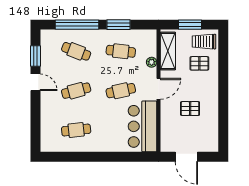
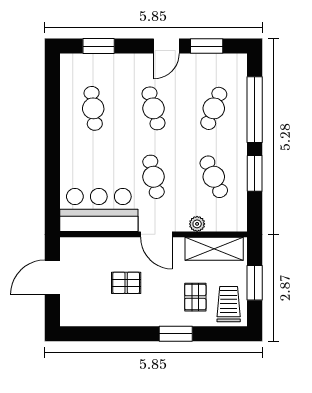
cafe table: (121, 51) -> (214, 177), turned -30
window: (223, 76) -> (176, 334), added
pallet: (190, 109) -> (126, 283), turned 90
window: (35, 126) -> (99, 46), added

